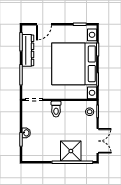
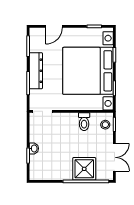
dresser: (28, 50) -> (36, 71), moved
toilet: (56, 109) -> (84, 122), moved

